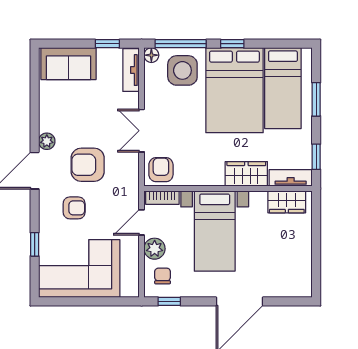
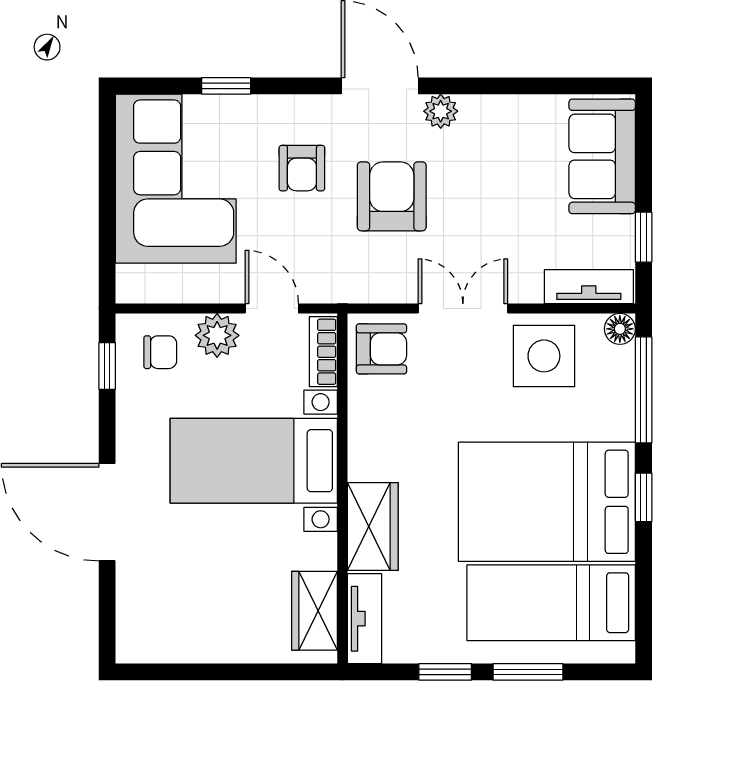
side table: (182, 70) -> (544, 356), moved
window: (316, 157) -> (445, 672), moved

